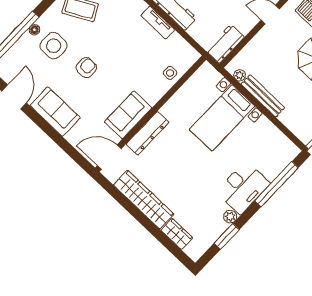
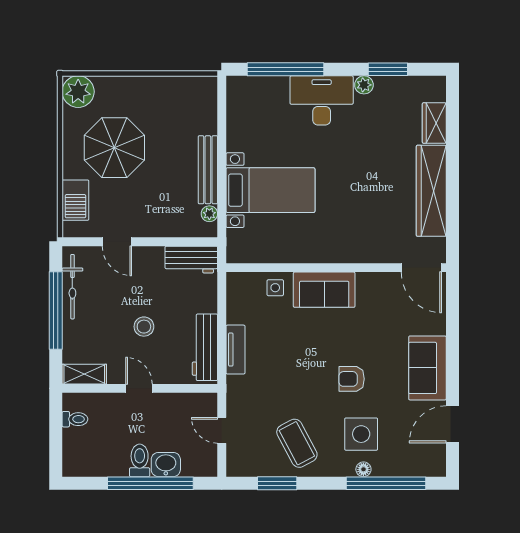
sofa: (128, 115) -> (324, 290), moved
dresser: (148, 133) -> (359, 252), removed

